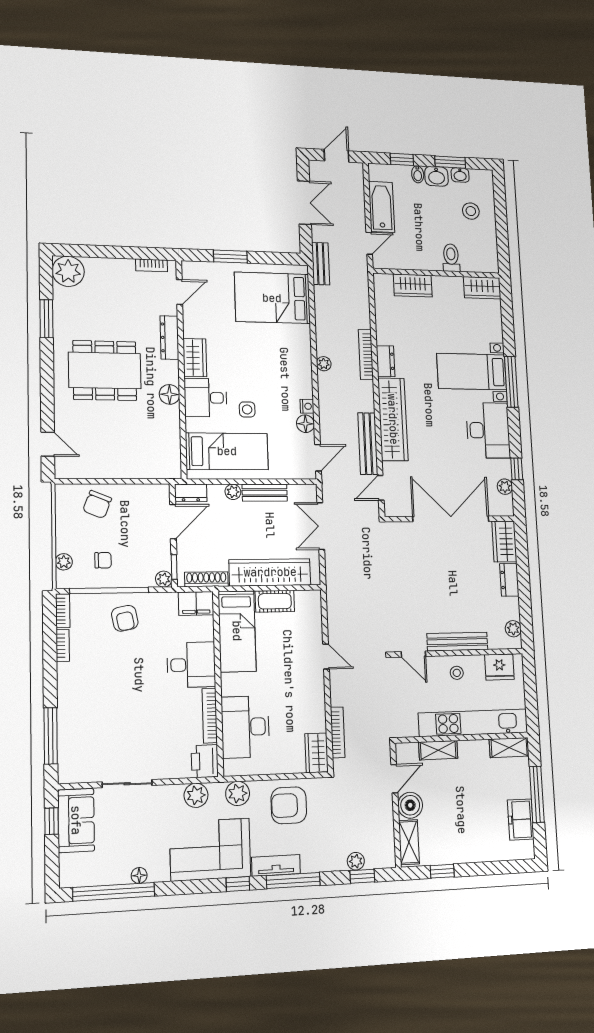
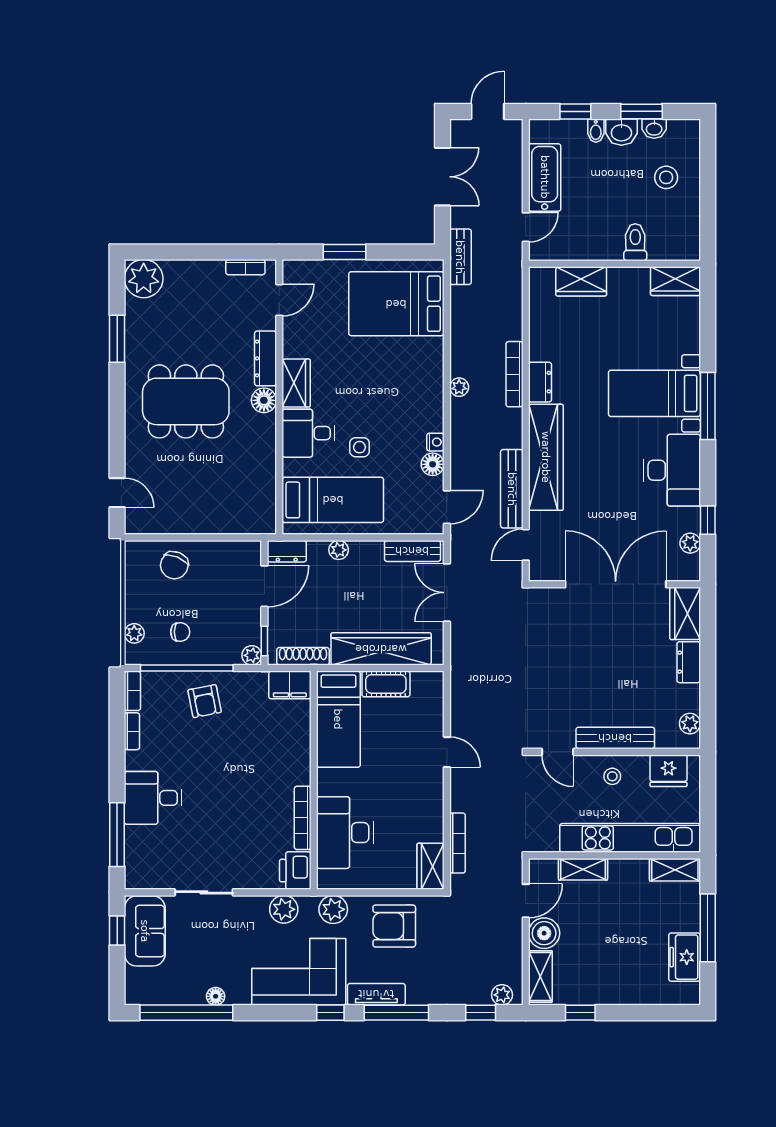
floor lamp: (170, 394) -> (264, 400), moved
bench: (265, 493) -> (412, 551), moved
desk: (191, 665) -> (153, 798), moved, turned 180
plant: (356, 861) -> (502, 995), moved

